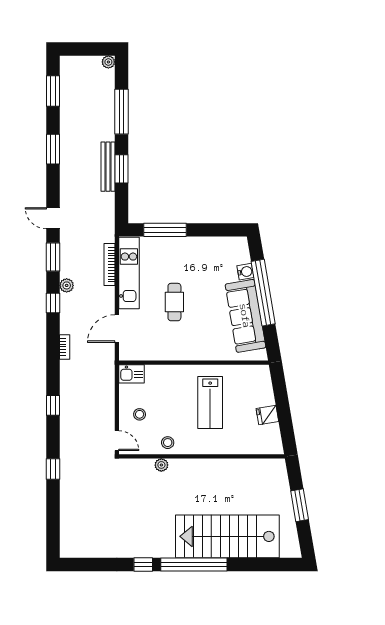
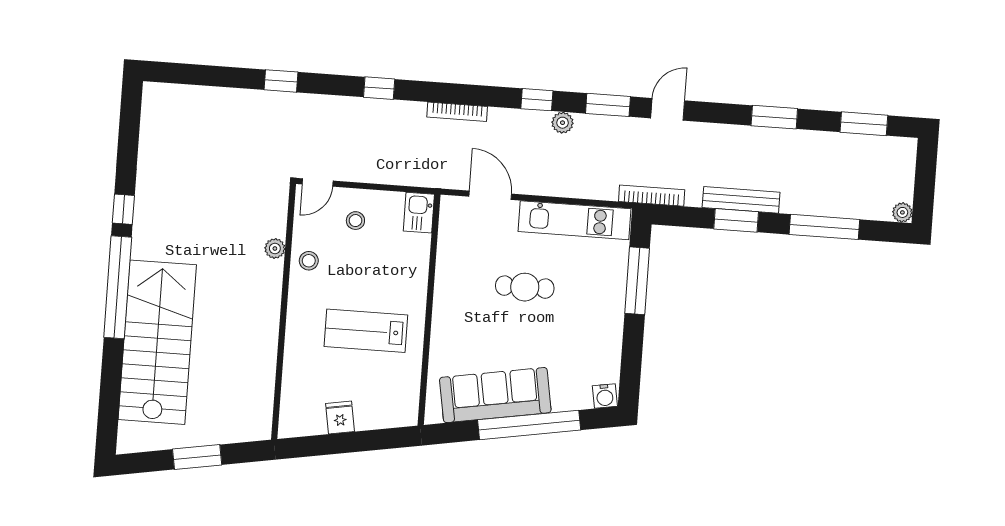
bookcase: (109, 265) -> (652, 196), moved
water cooler: (245, 272) -> (605, 396), moved
bookcase: (65, 347) -> (457, 112), width x1.56

